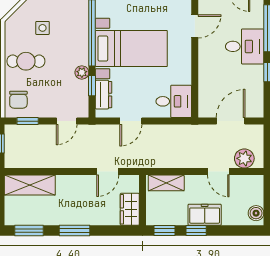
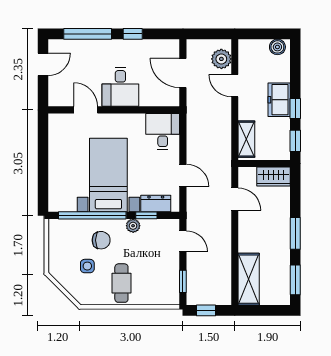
desk: (245, 46) -> (120, 87), moved, turned 180
chair: (18, 100) -> (101, 240), moved
door: (218, 172) -> (235, 86), swing flipped

